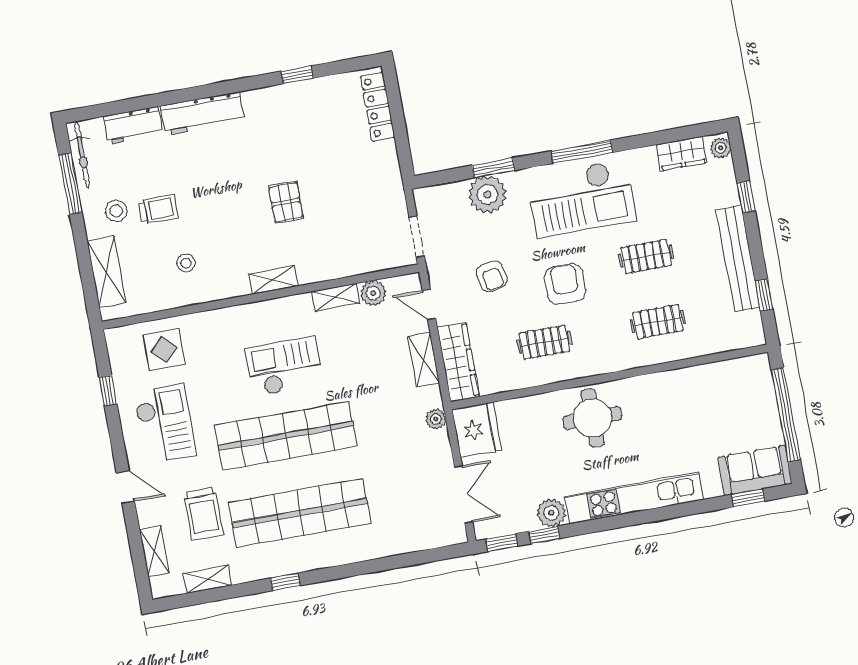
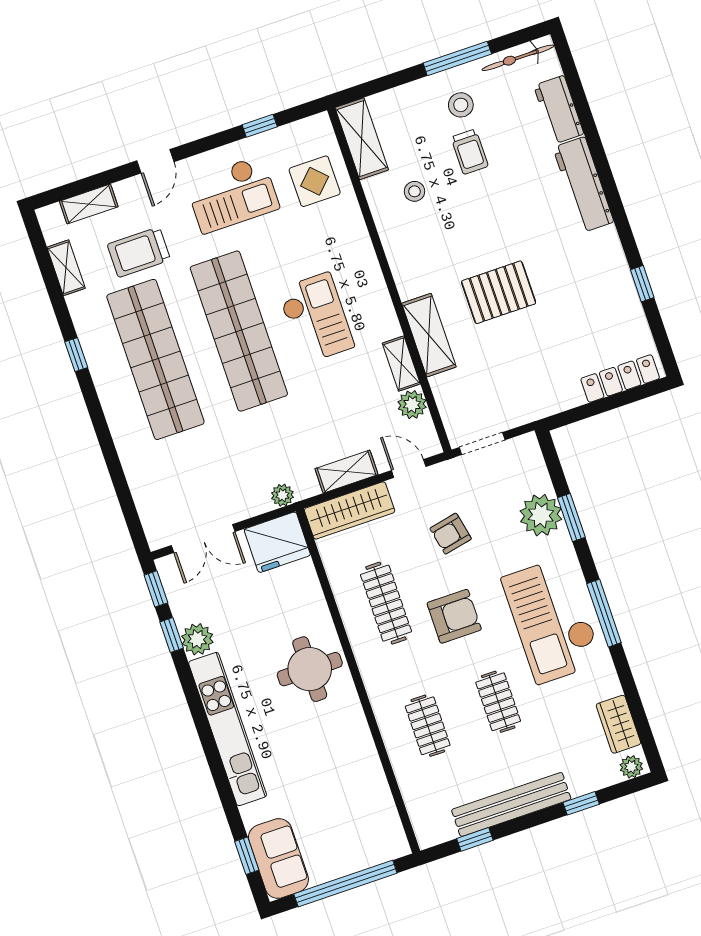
window: (70, 184) -> (457, 58), moved
pallet: (286, 202) -> (499, 292), width x1.50, depth x1.42
shelving: (106, 272) -> (362, 139), moved, turned 90
shelving: (273, 280) -> (429, 335), moved, width x1.50, depth x1.33
door: (429, 304) -> (409, 468), hinge flipped
clothes rail: (544, 342) -> (386, 603), width x1.36

